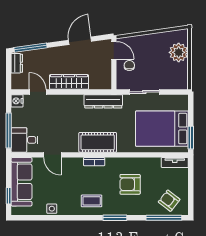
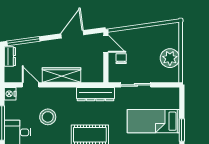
plant: (179, 52) -> (170, 58), moved
stool: (55, 124) -> (48, 117), added
bed: (162, 129) -> (153, 121), width x0.67

